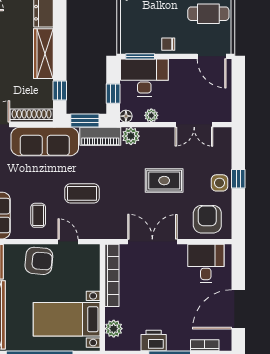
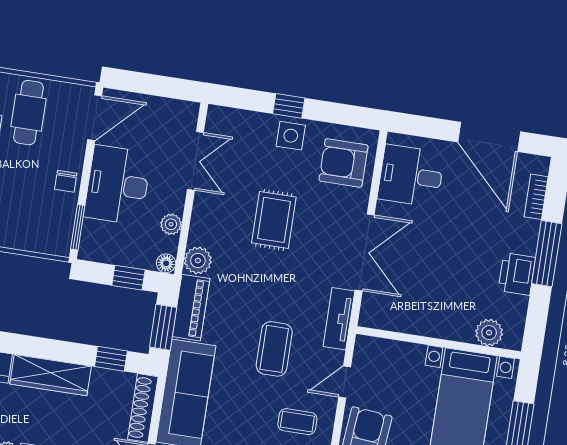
desk: (144, 77) -> (118, 185), moved
tv unit: (108, 232) -> (339, 319), added
double door: (152, 242) -> (365, 252), swing flipped
bookcase: (112, 275) -> (407, 323), removed

